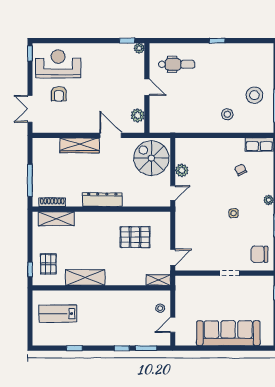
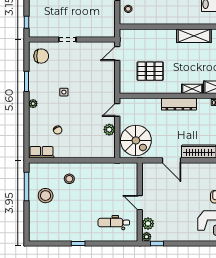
plant: (138, 115) -> (148, 224), moved
shelving: (158, 280) -> (192, 89), moved

